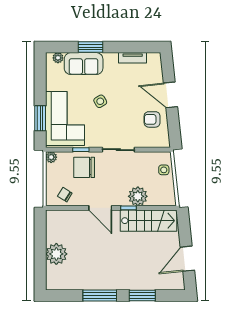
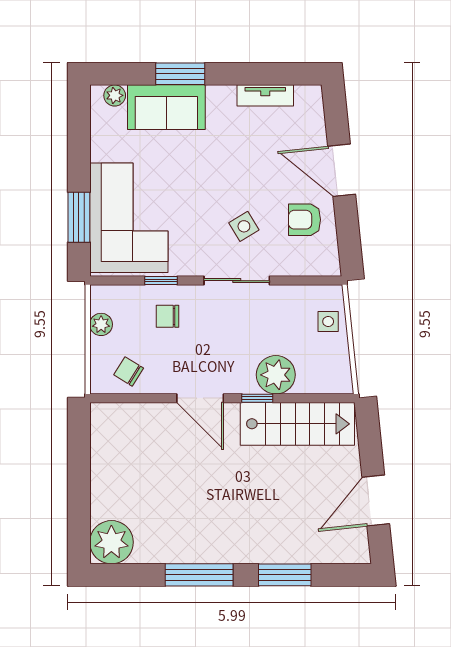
side table: (100, 101) -> (244, 226), moved
plant: (51, 157) -> (101, 324), moved
chair: (84, 167) -> (167, 316), width x0.54, depth x0.54
plant: (56, 254) -> (111, 542), moved

